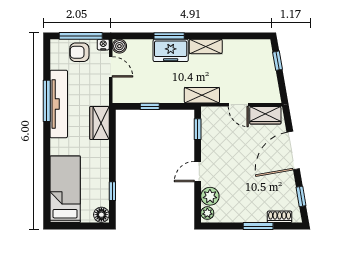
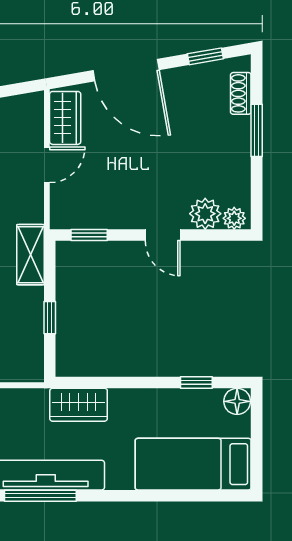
shelving: (202, 95) -> (30, 255), moved

